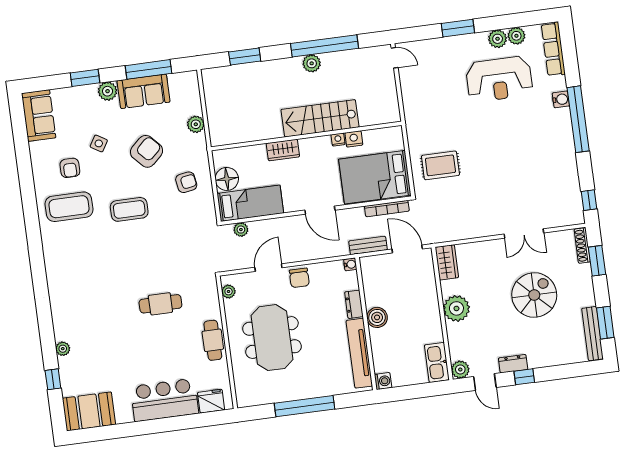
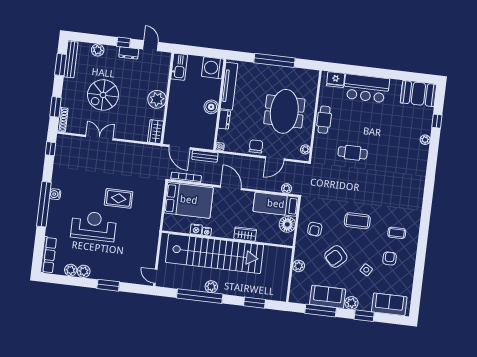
reception desk: (499, 79) -> (94, 226), moved
water cooler: (561, 99) -> (55, 194), moved
sofa: (39, 116) -> (389, 304), moved, turned 90
stairs: (320, 118) -> (215, 254), width x1.86, depth x1.51
rug: (440, 165) -> (119, 198), moved
armchair: (186, 182) -> (315, 229), turned -75
coffee table: (69, 207) -> (397, 233), width x0.54, depth x0.58
plant: (460, 370) -> (98, 50), moved
washing machine: (383, 381) -> (213, 68), width x1.89, depth x1.89

